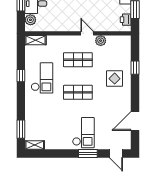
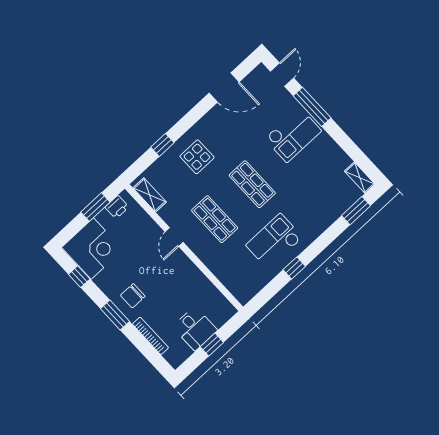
plant: (30, 20) -> (219, 317), removed
shelving: (36, 40) -> (150, 195), moved
plant: (101, 41) -> (168, 214), removed
checkout: (83, 133) -> (293, 135), turned 180
window: (88, 153) -> (312, 107), width x1.44

